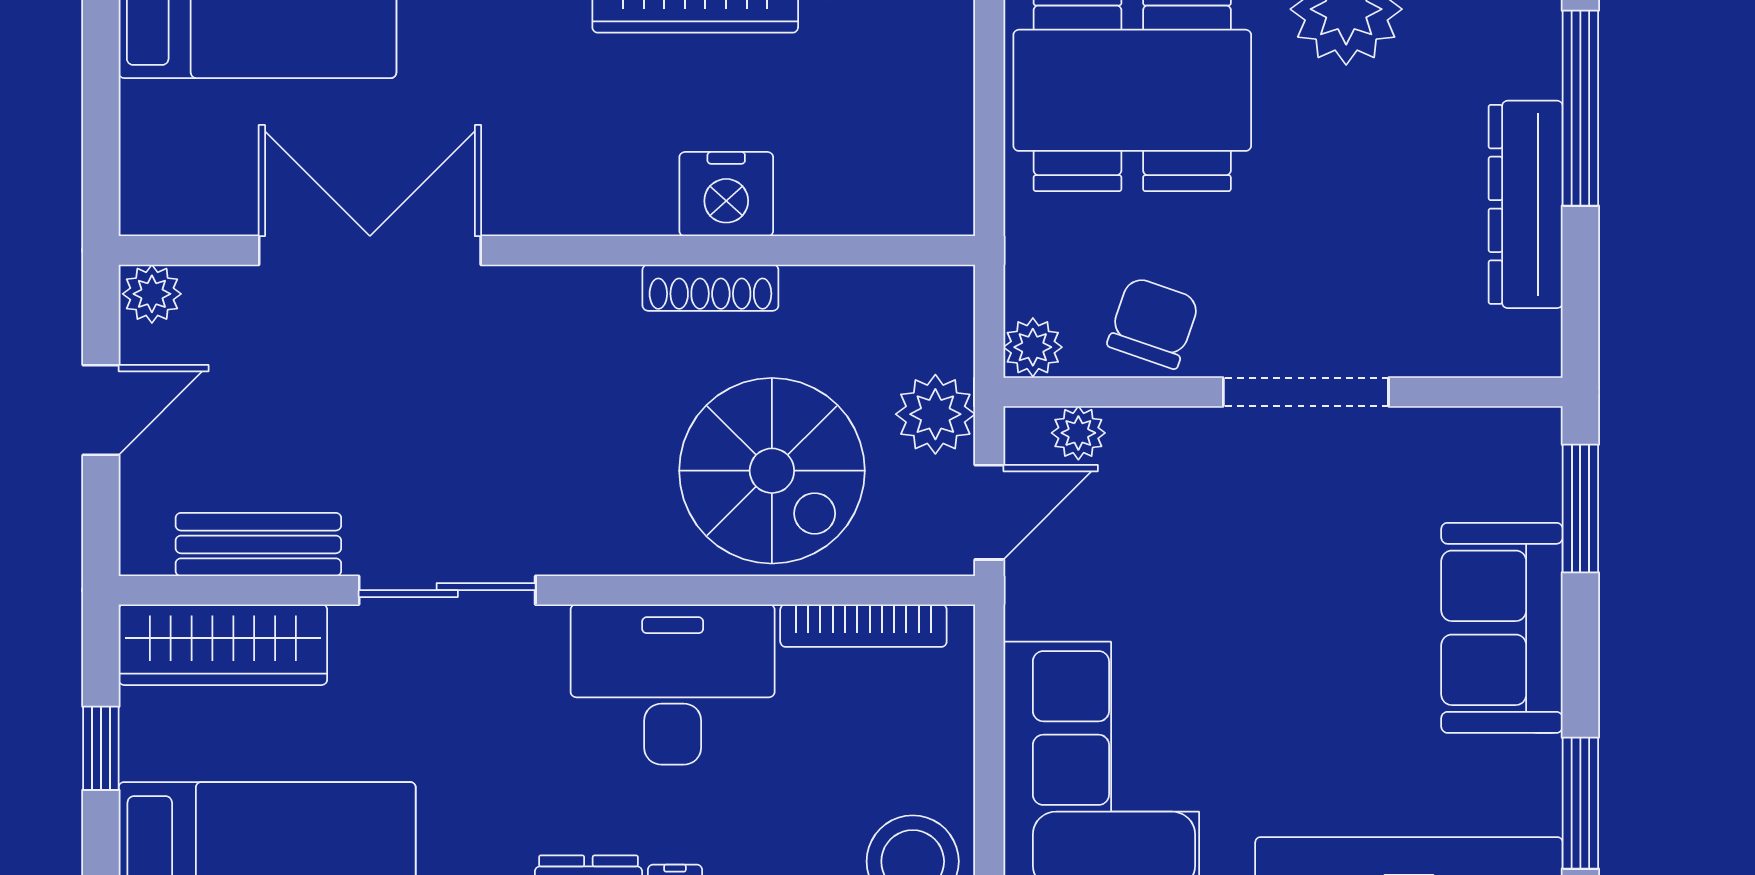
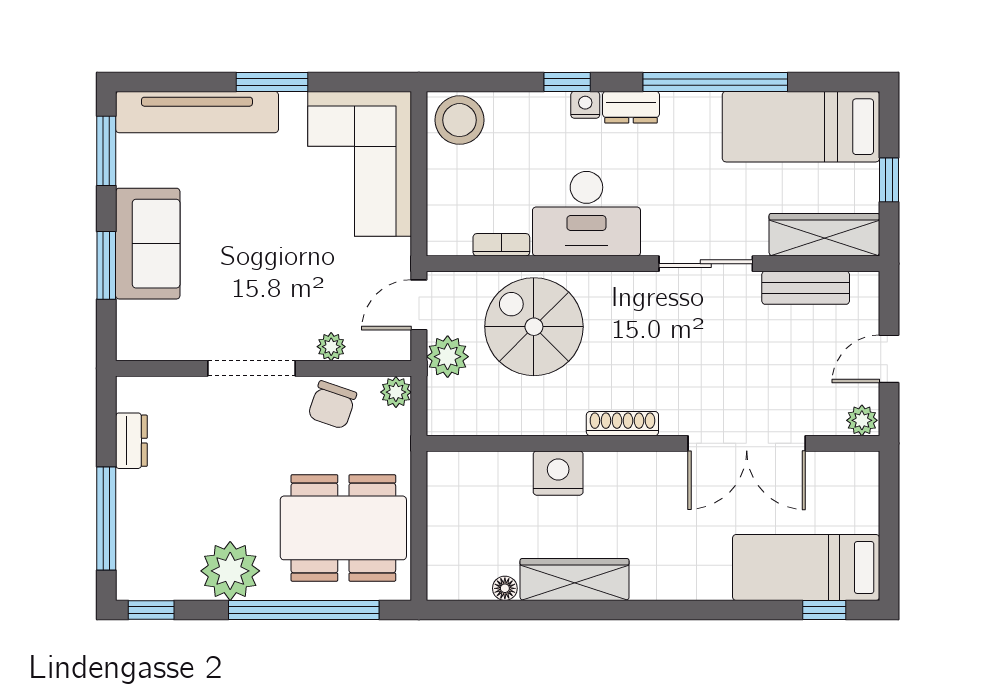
dresser: (1526, 204) -> (131, 441), width x0.51, depth x0.80
shoe rack: (710, 288) -> (622, 424), moved
plant: (1078, 433) -> (331, 347), moved
window: (1580, 509) -> (106, 265), moved
bookcase: (863, 626) -> (501, 245), width x0.64

